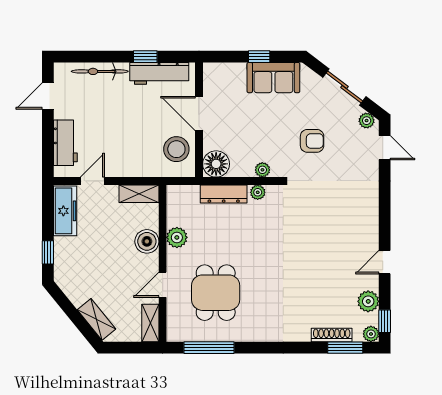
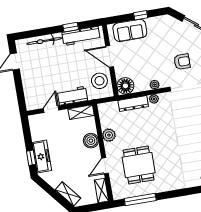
sofa: (273, 78) -> (130, 30), moved
workbench: (65, 143) -> (72, 96), moved, turned -90
freezer: (65, 211) -> (42, 157), moved

